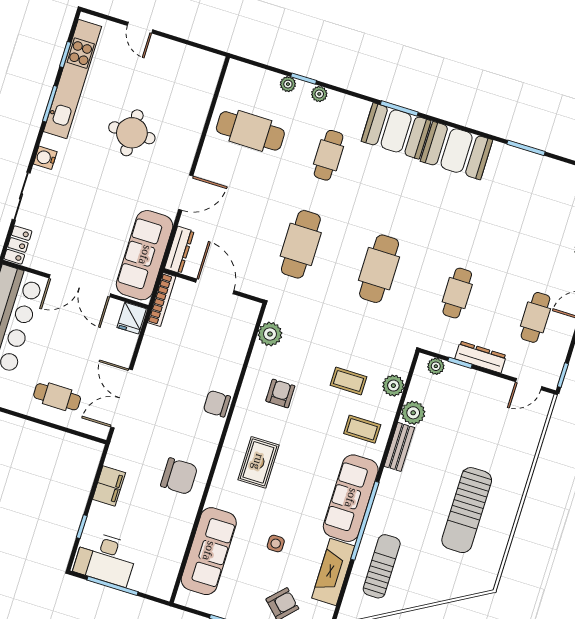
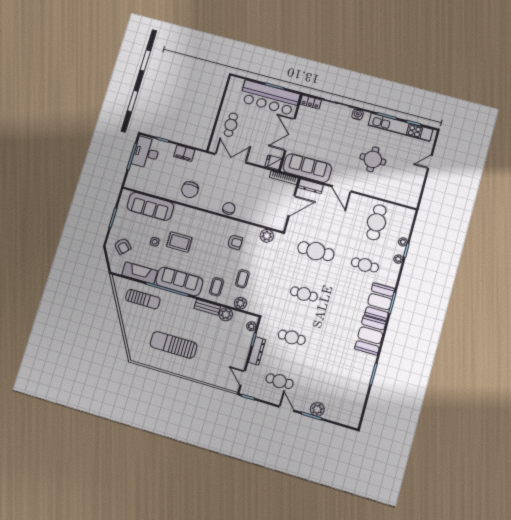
cafe table: (379, 269) -> (304, 294), width x0.73, depth x0.74
rug: (258, 462) -> (179, 242), moved

